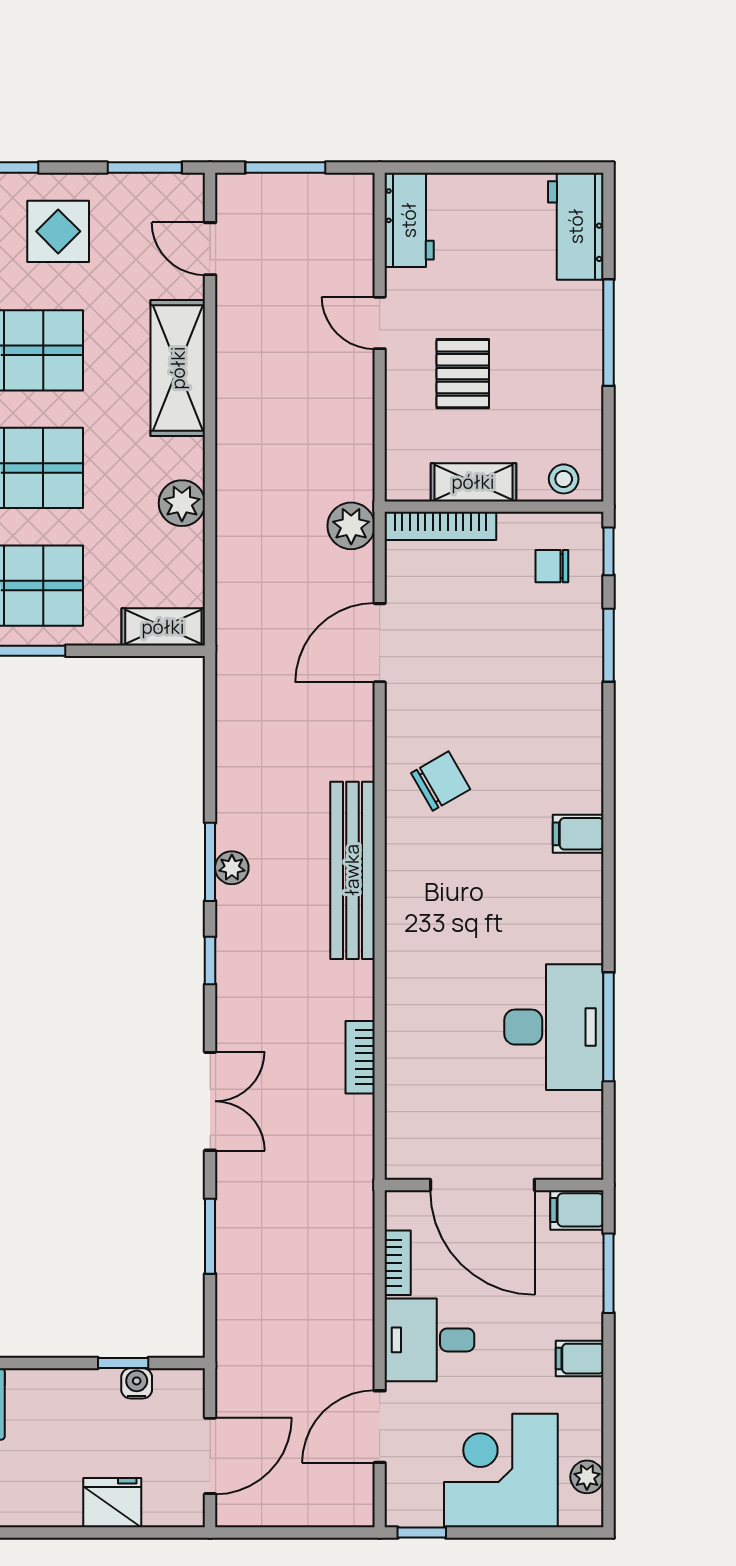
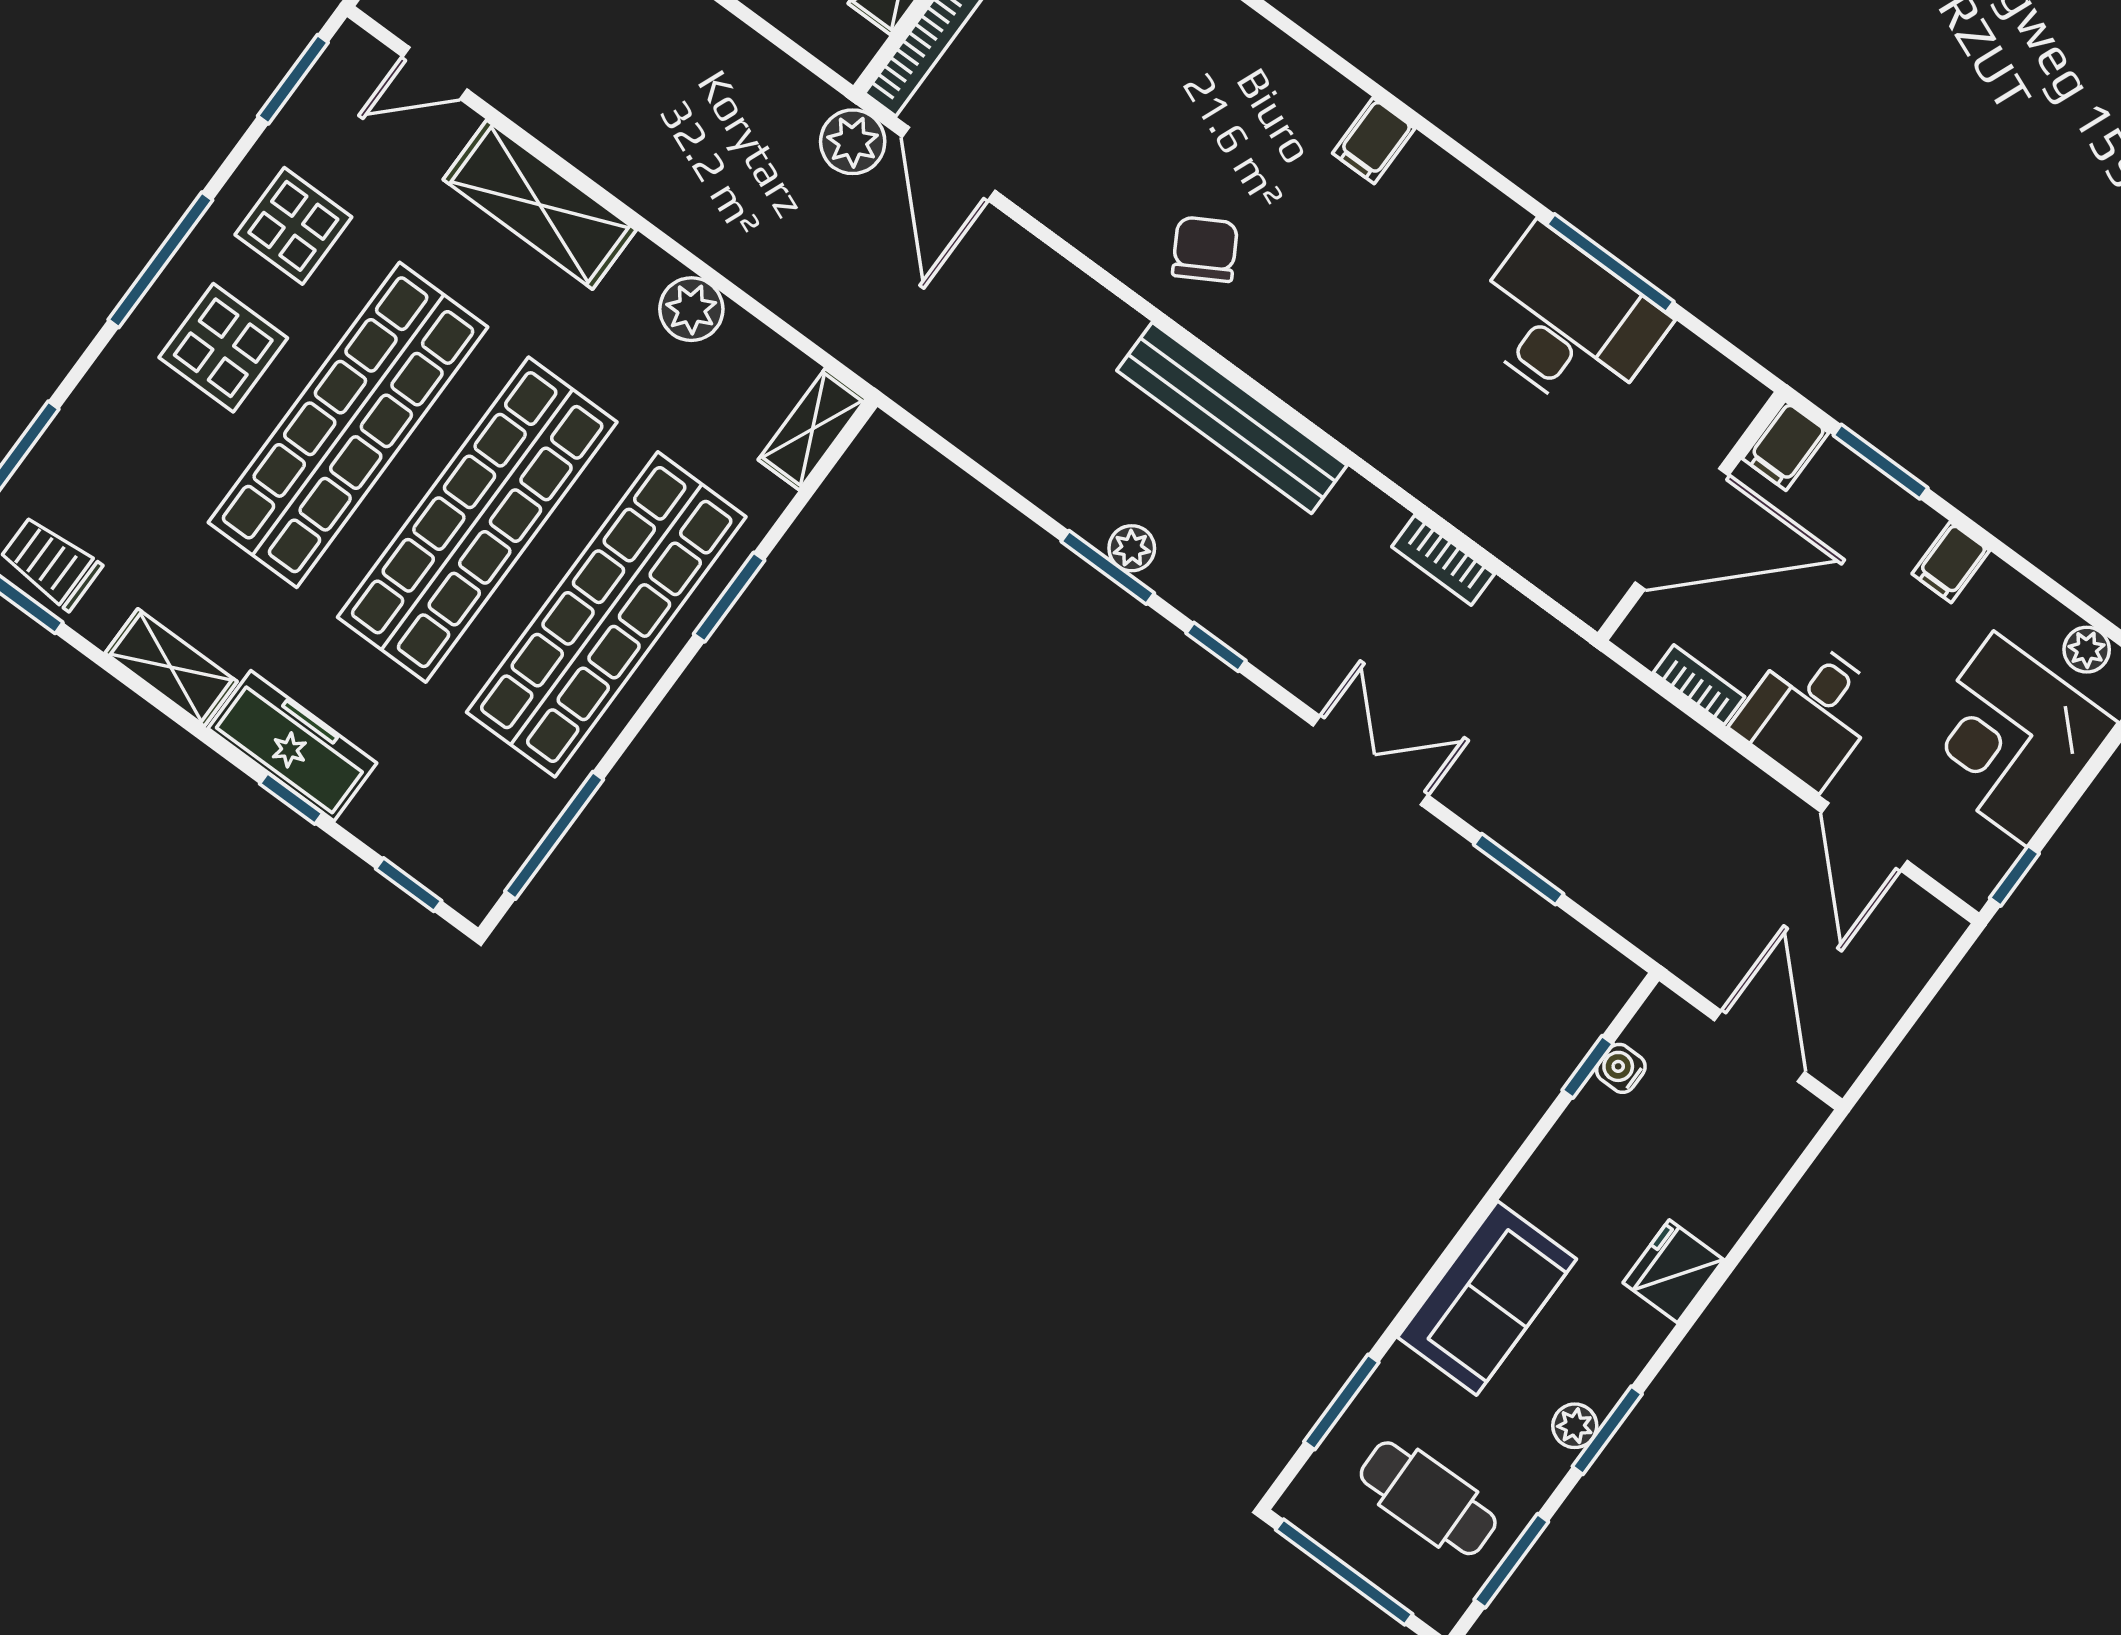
door: (380, 643) -> (948, 164), moved
fridge: (112, 1503) -> (1673, 1271), moved

